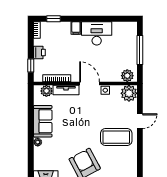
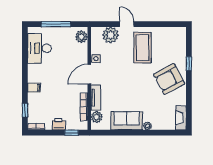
desk: (97, 33) -> (39, 48), moved
plant: (129, 93) -> (110, 35), moved

